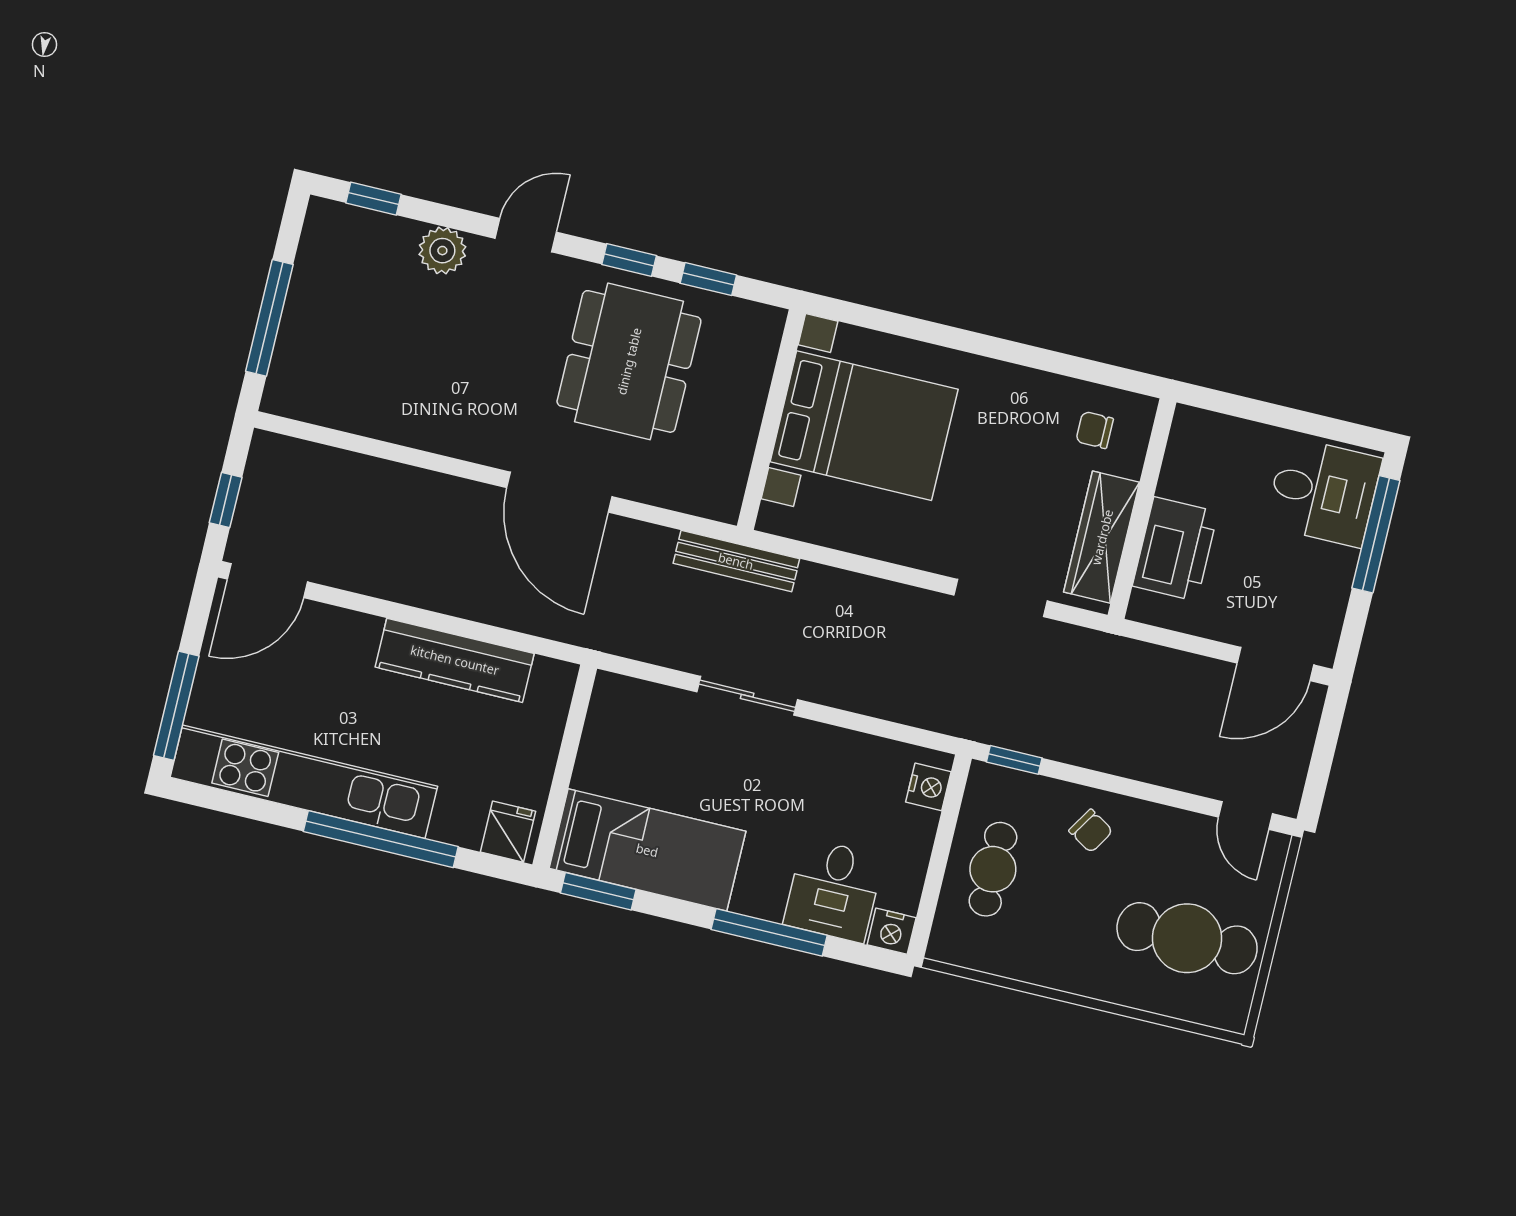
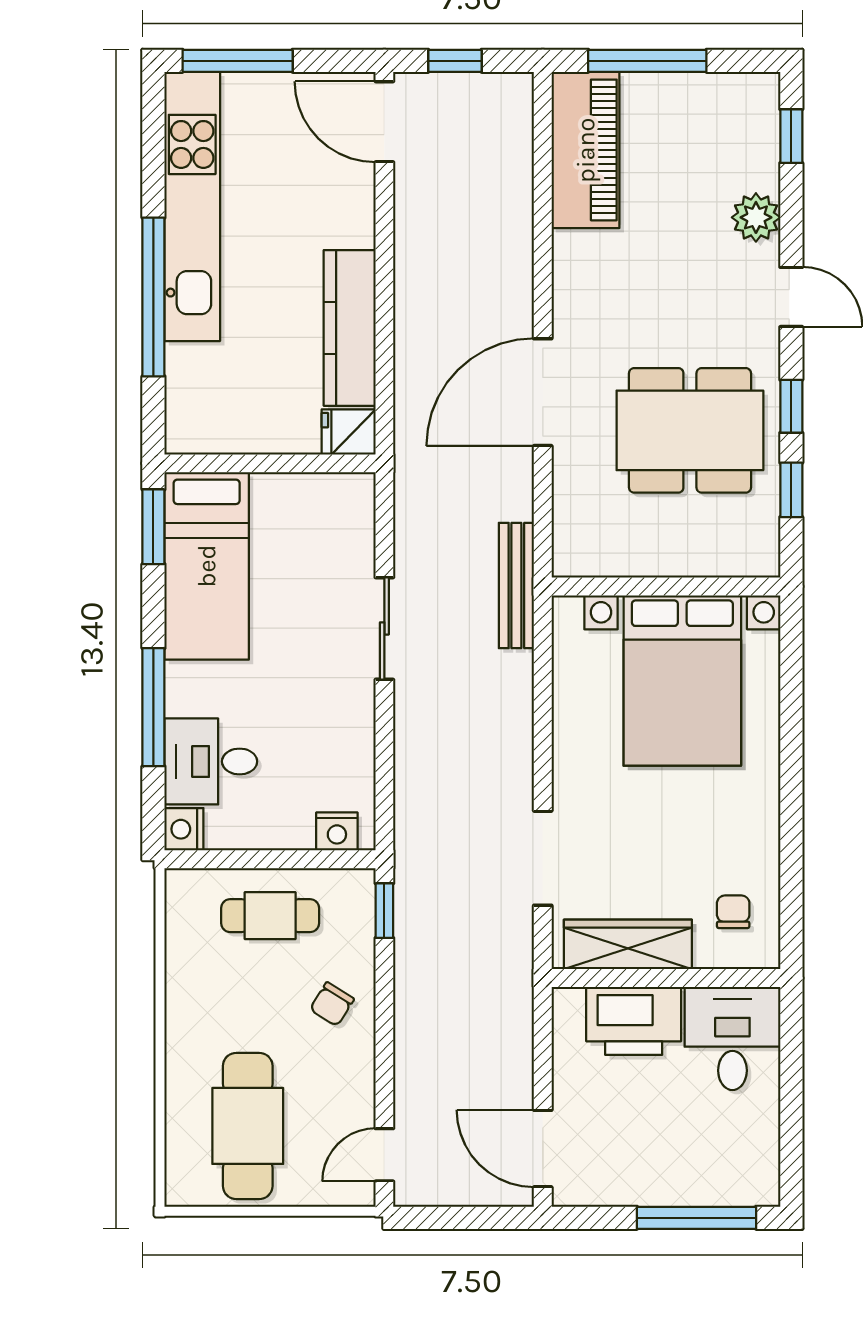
piano: (340, 397) -> (586, 150), added
desk: (1323, 492) -> (732, 1038), moved, turned 180
fridge: (508, 832) -> (349, 432), moved, turned 180

